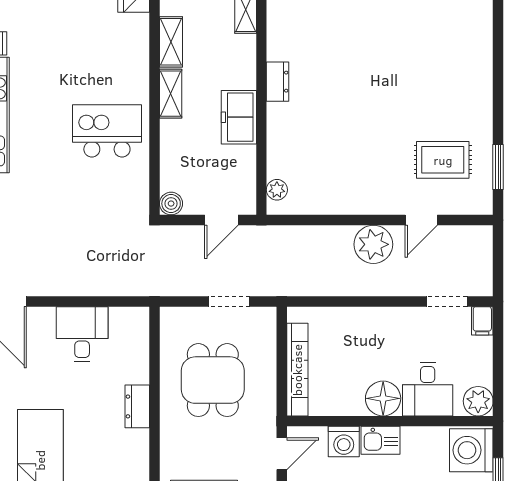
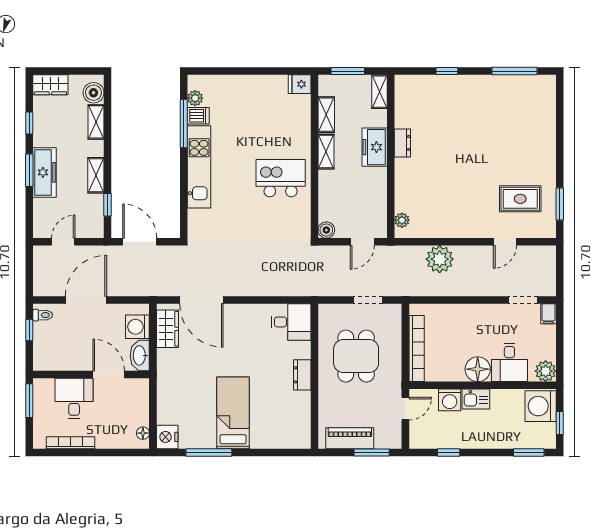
freezer: (239, 117) -> (375, 147), moved
plant: (373, 244) -> (440, 259), moved
desk: (82, 334) -> (291, 322), moved, turned 90

